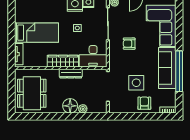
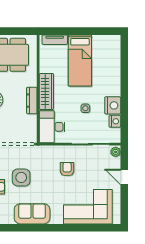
sofa: (167, 68) -> (32, 214), width x0.73
window: (179, 71) -> (35, 228), removed

